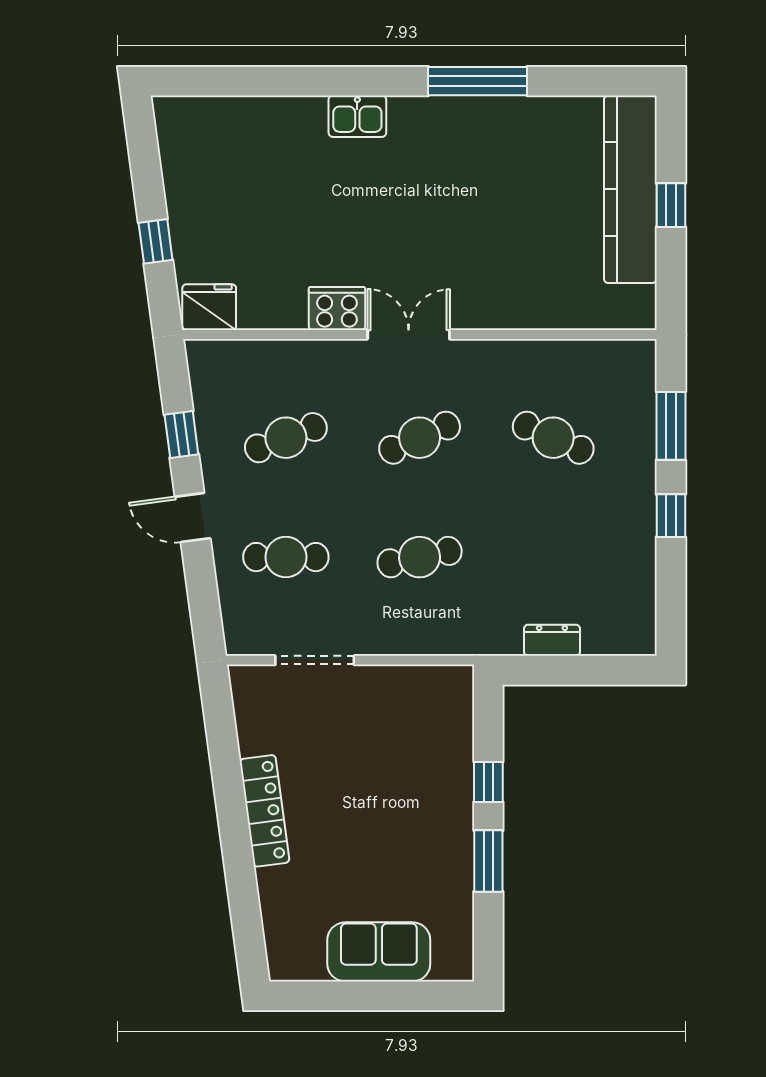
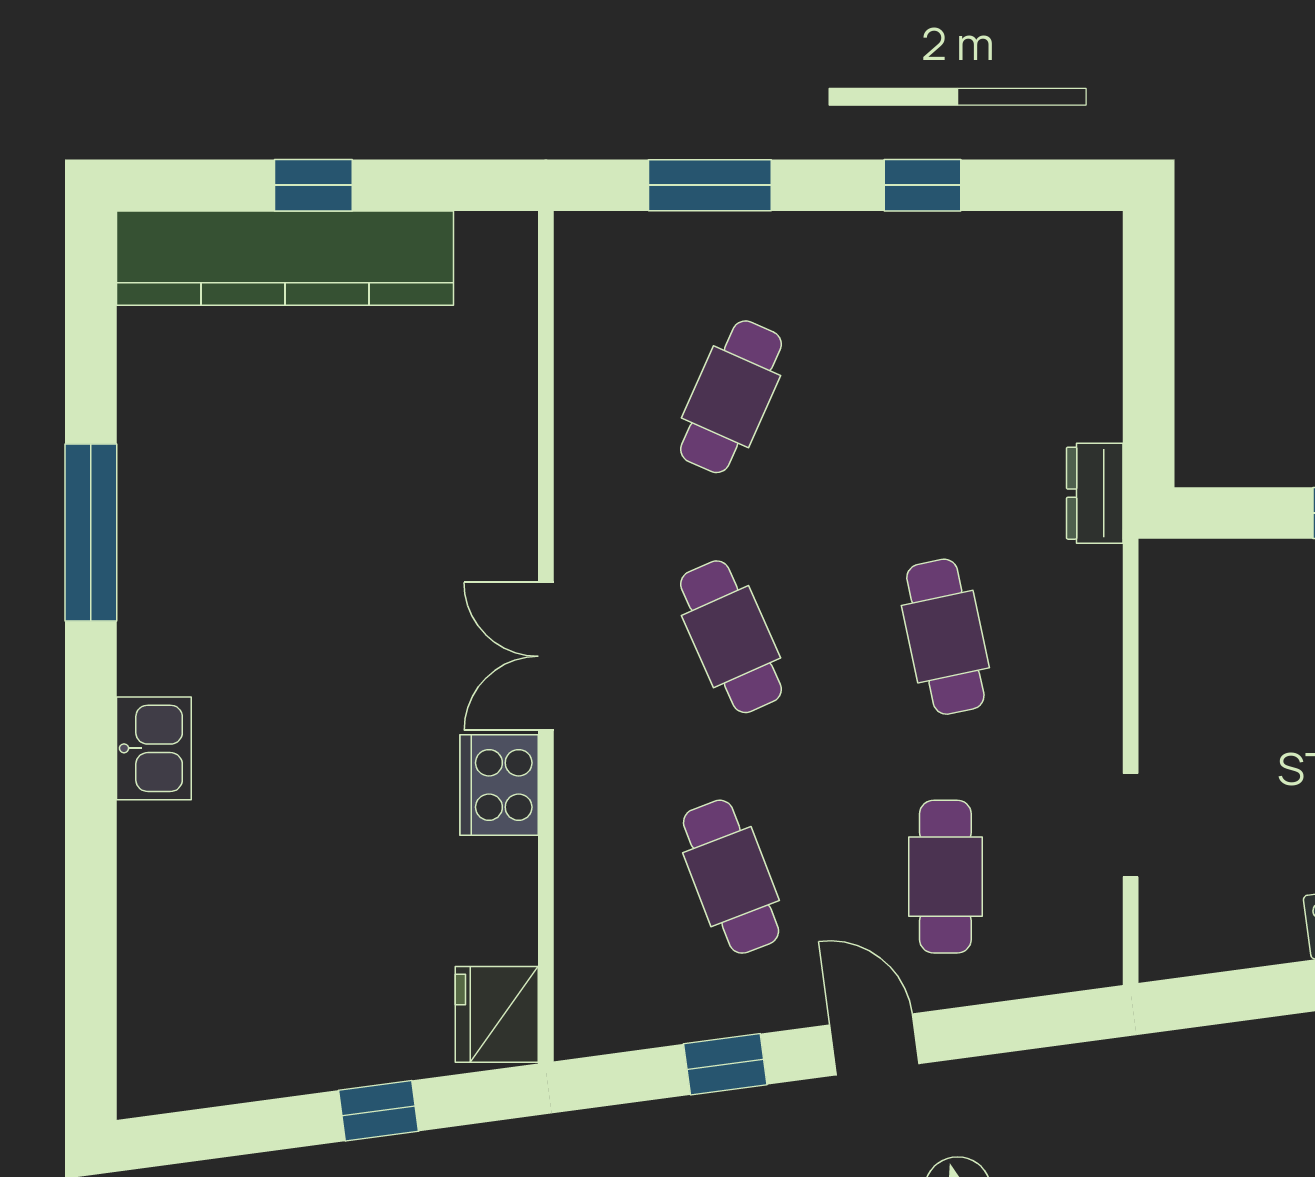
window: (671, 516) -> (923, 185), moved
door: (193, 518) -> (874, 1044), swing flipped
dresser: (552, 640) -> (1095, 493), moved
doorway: (315, 660) -> (1131, 825), width x0.73

